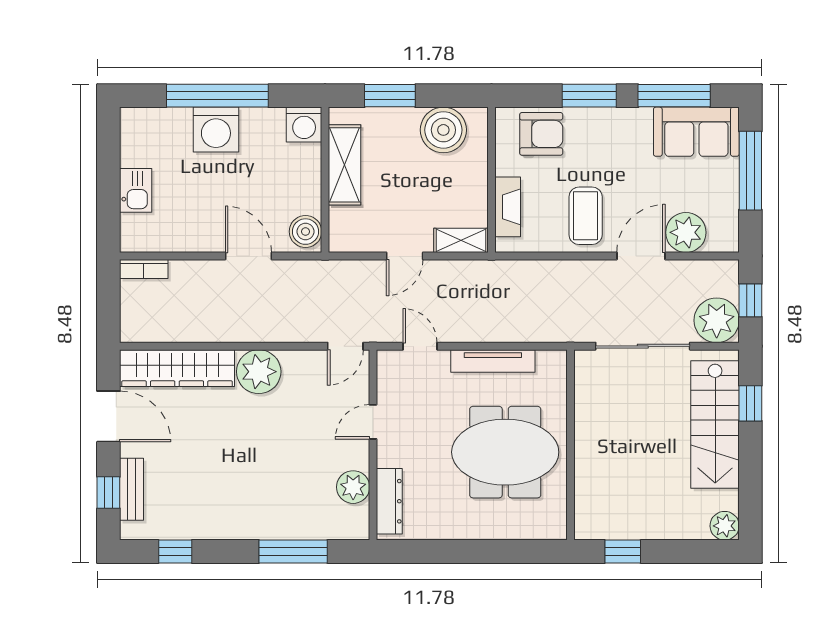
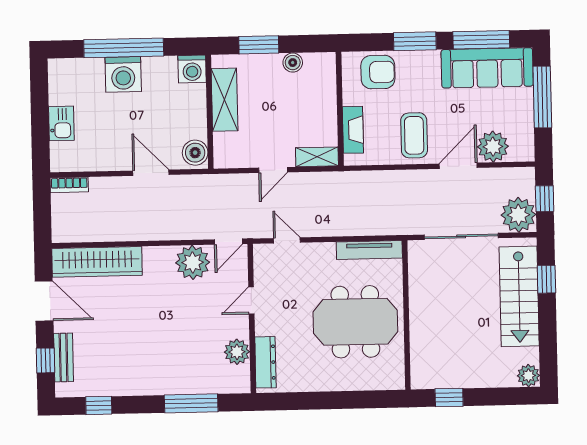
boiler: (443, 130) -> (293, 63), width x0.54, depth x0.54
sofa: (696, 132) -> (487, 68), width x1.36
tv unit: (493, 361) -> (369, 250), moved
plant: (259, 372) -> (193, 262), moved

